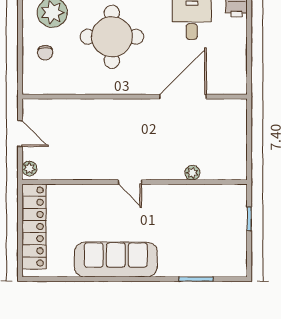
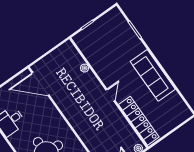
door: (183, 97) -> (40, 84), moved
locker: (34, 227) -> (139, 121), moved, turned 90

